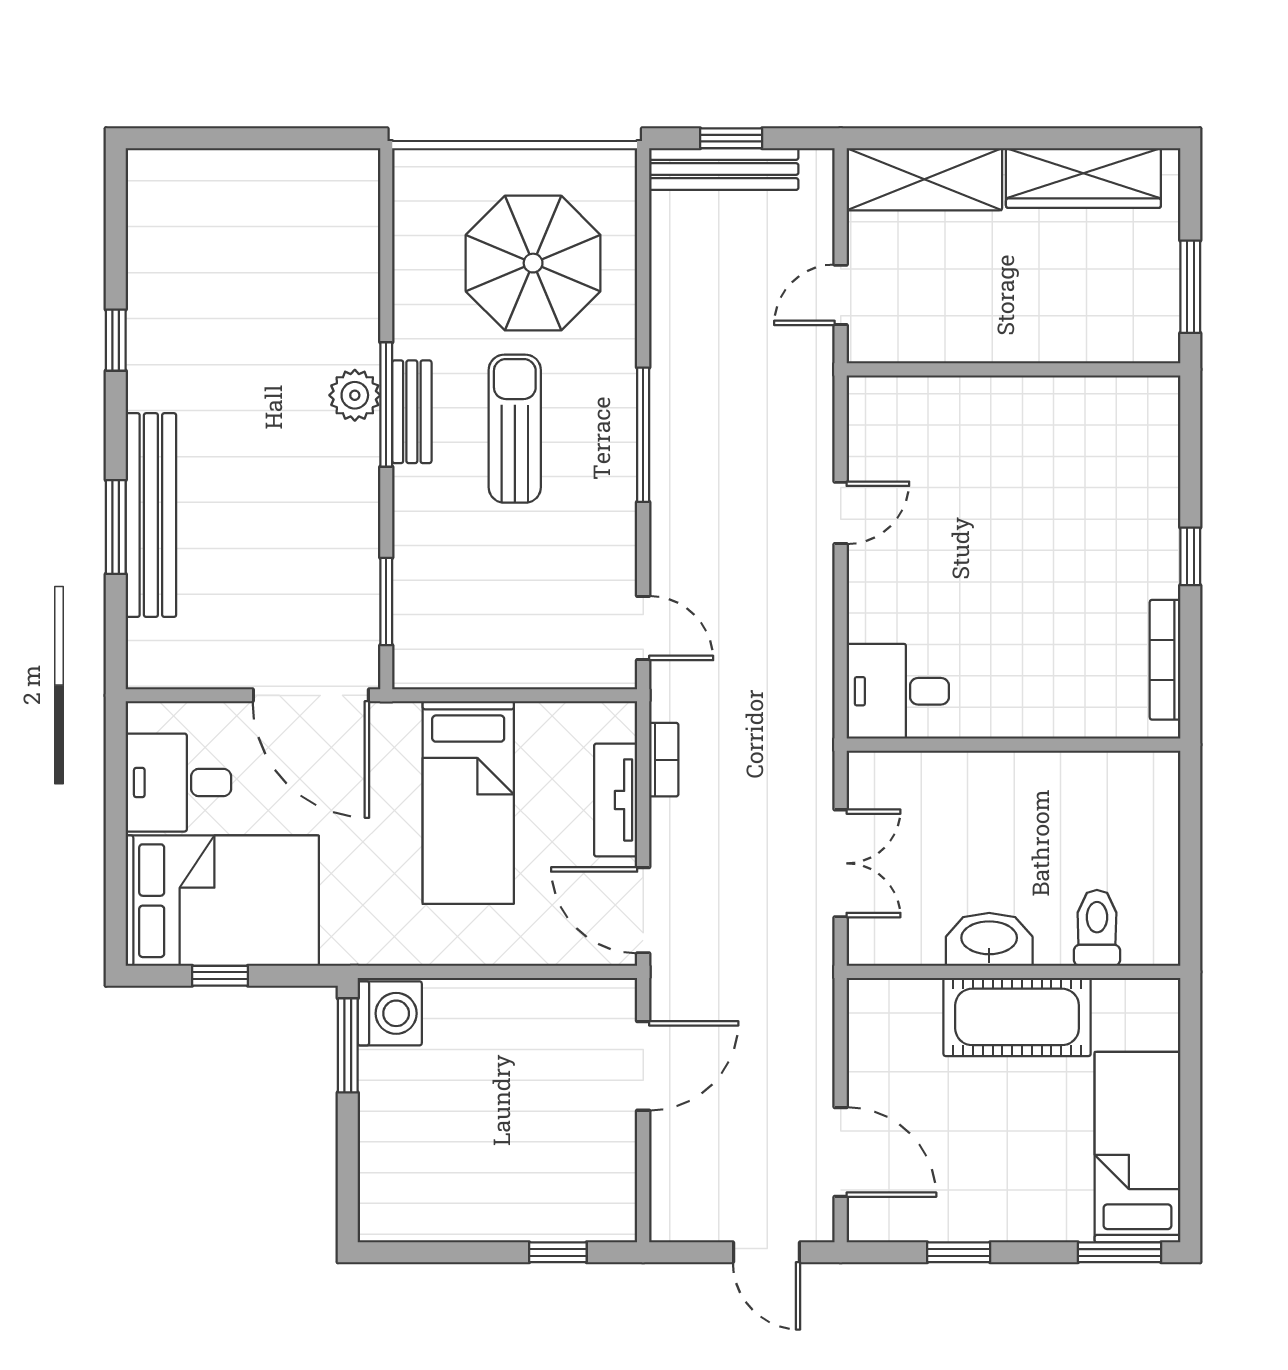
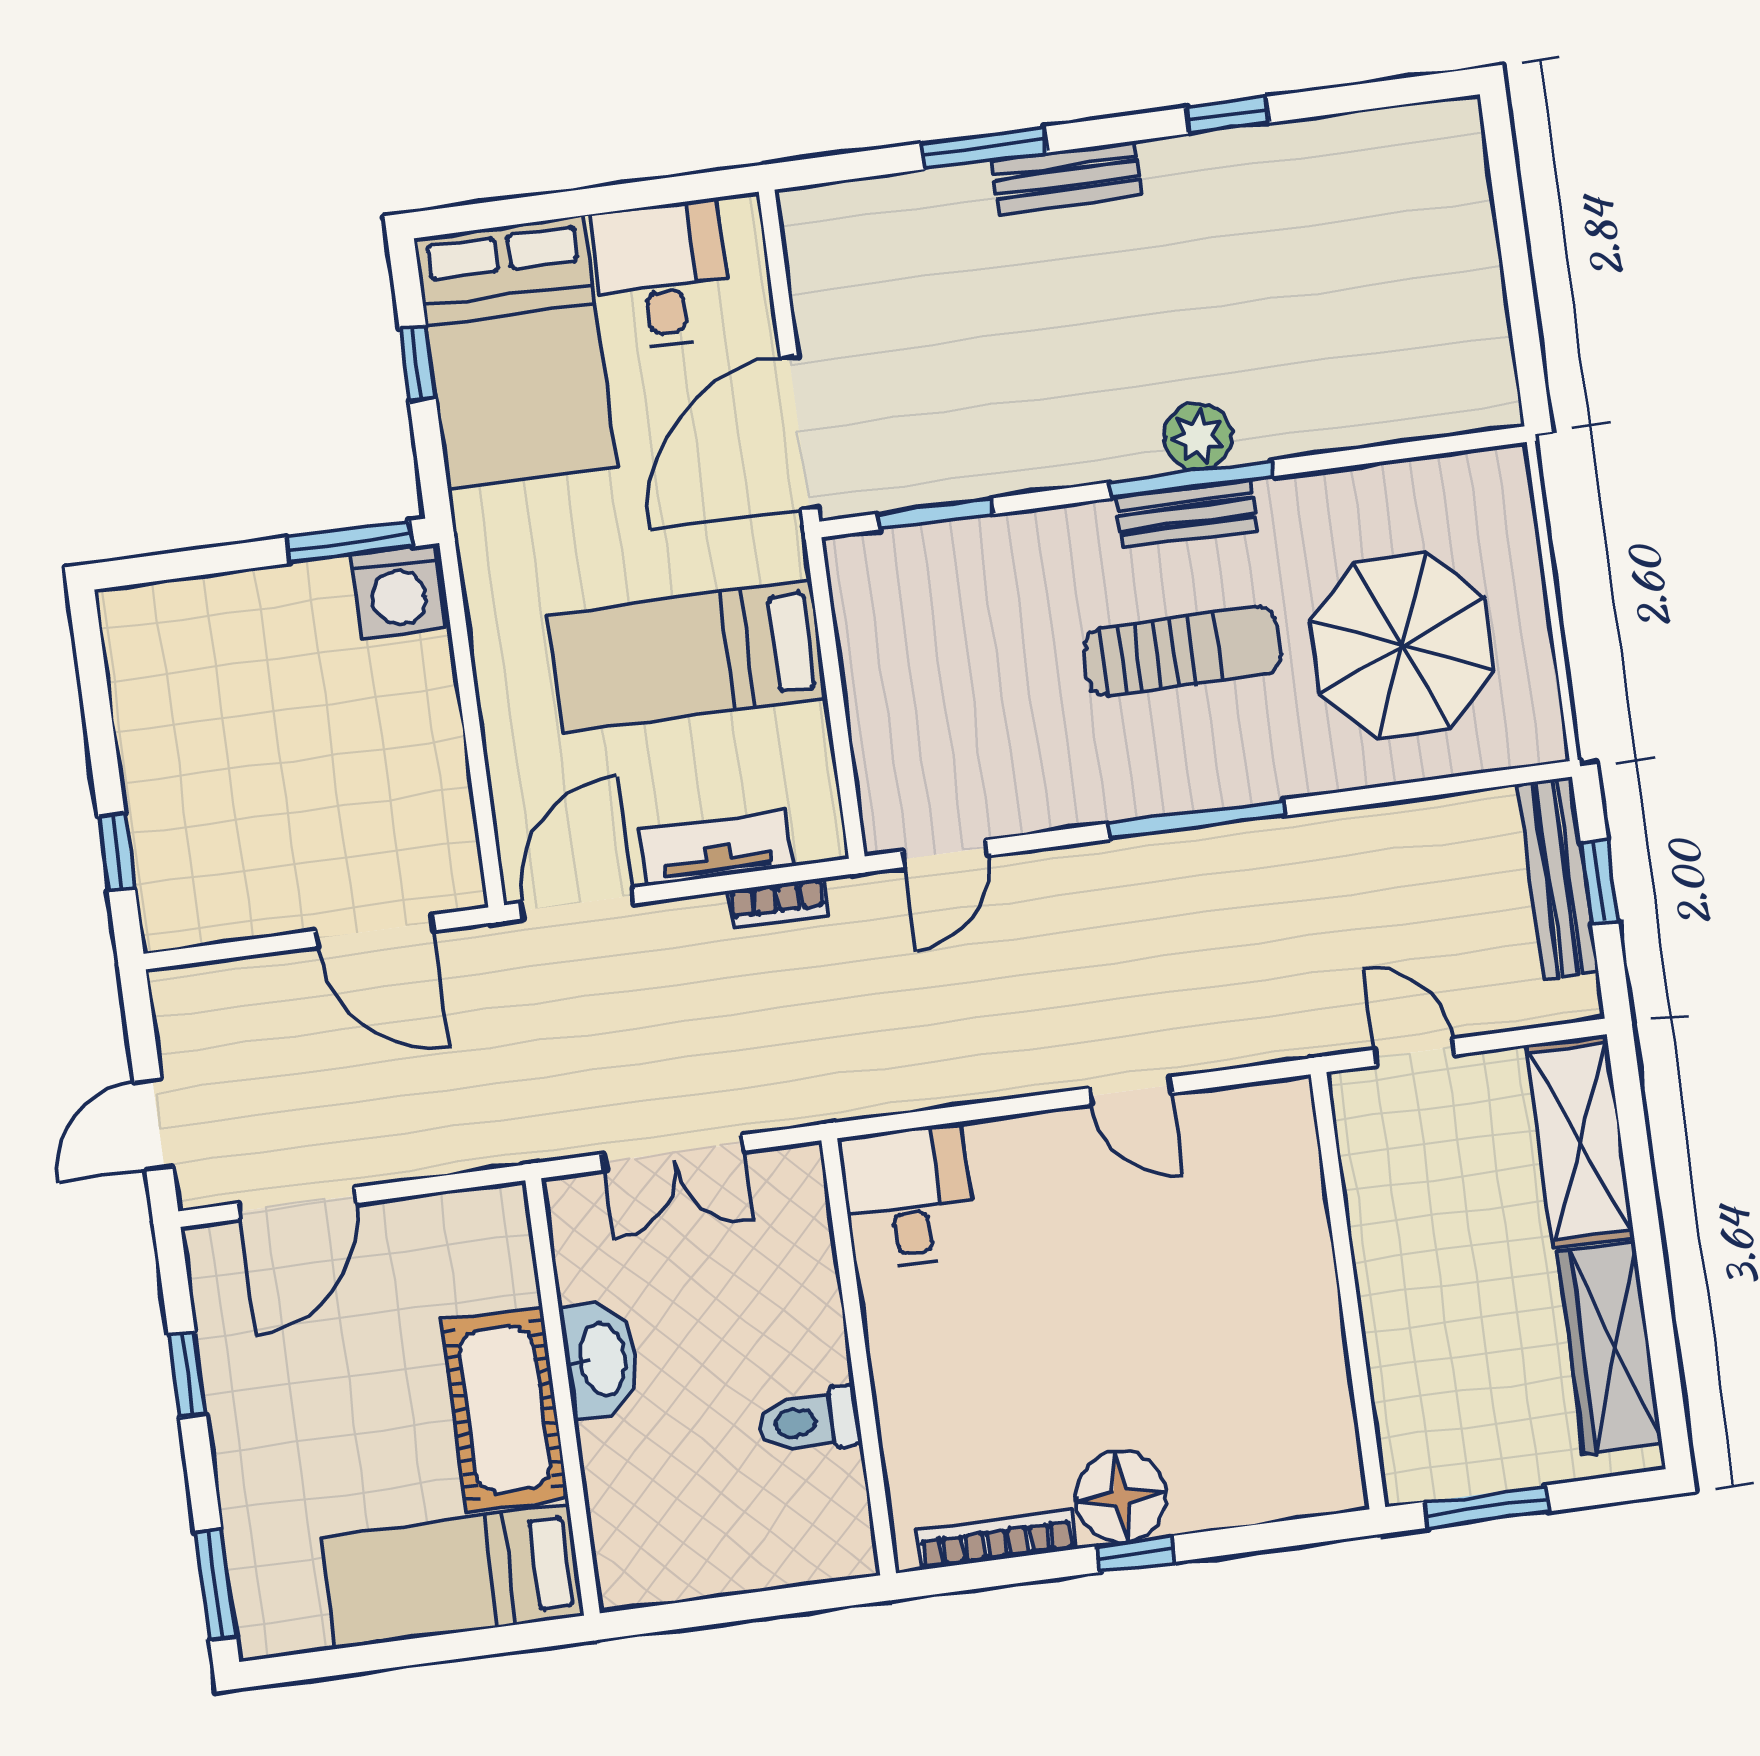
bench: (151, 515) -> (1067, 178), width x0.54, depth x0.82
floor lamp: (1146, 561) -> (1121, 1497), added
toilet: (1097, 928) -> (809, 1421), moved, turned 180
bed: (1138, 1147) -> (453, 1576), moved, turned 180

